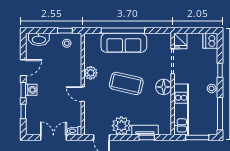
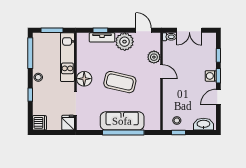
plant: (91, 73) -> (154, 57), moved

